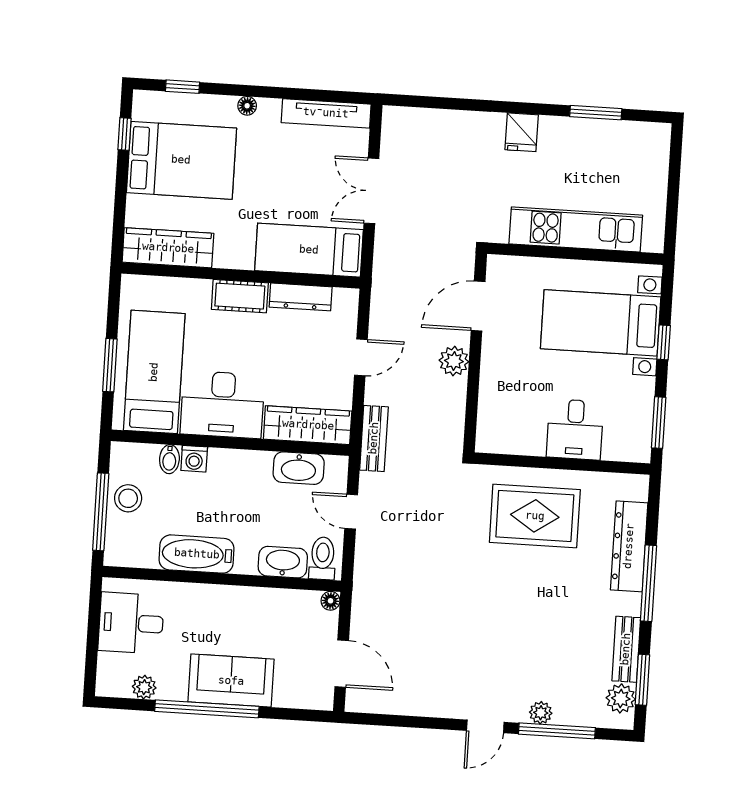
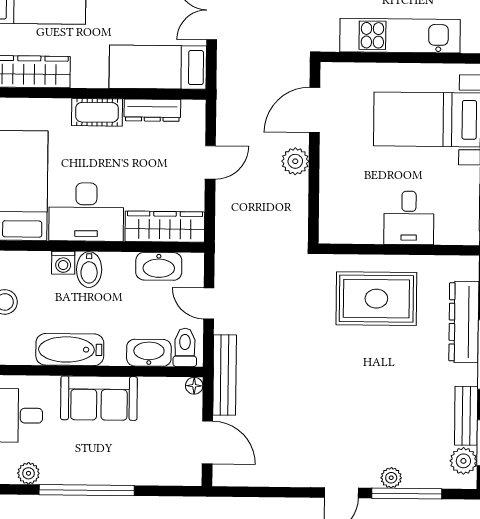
bench: (374, 438) -> (225, 375), moved, width x1.36
bidet: (169, 459) -> (89, 270), moved, width x1.38, depth x1.36
sofa: (231, 681) -> (99, 398), moved, turned 180

